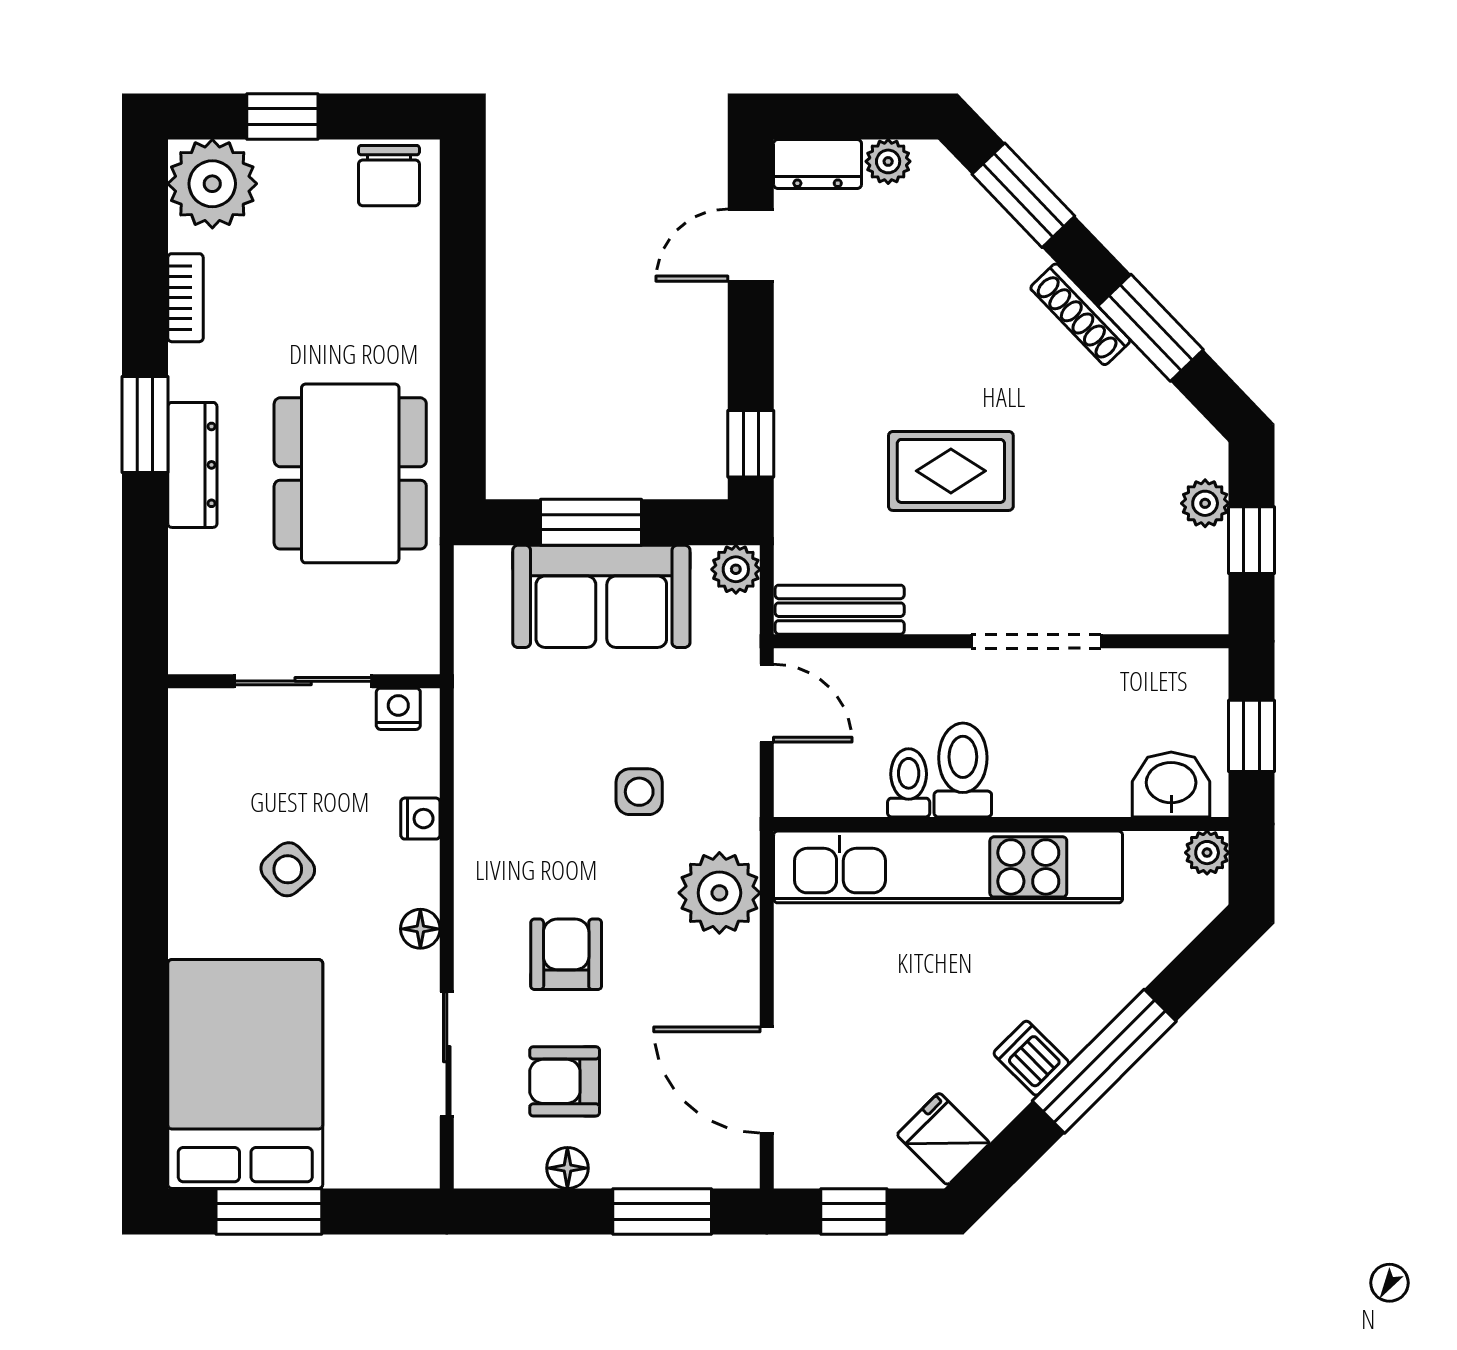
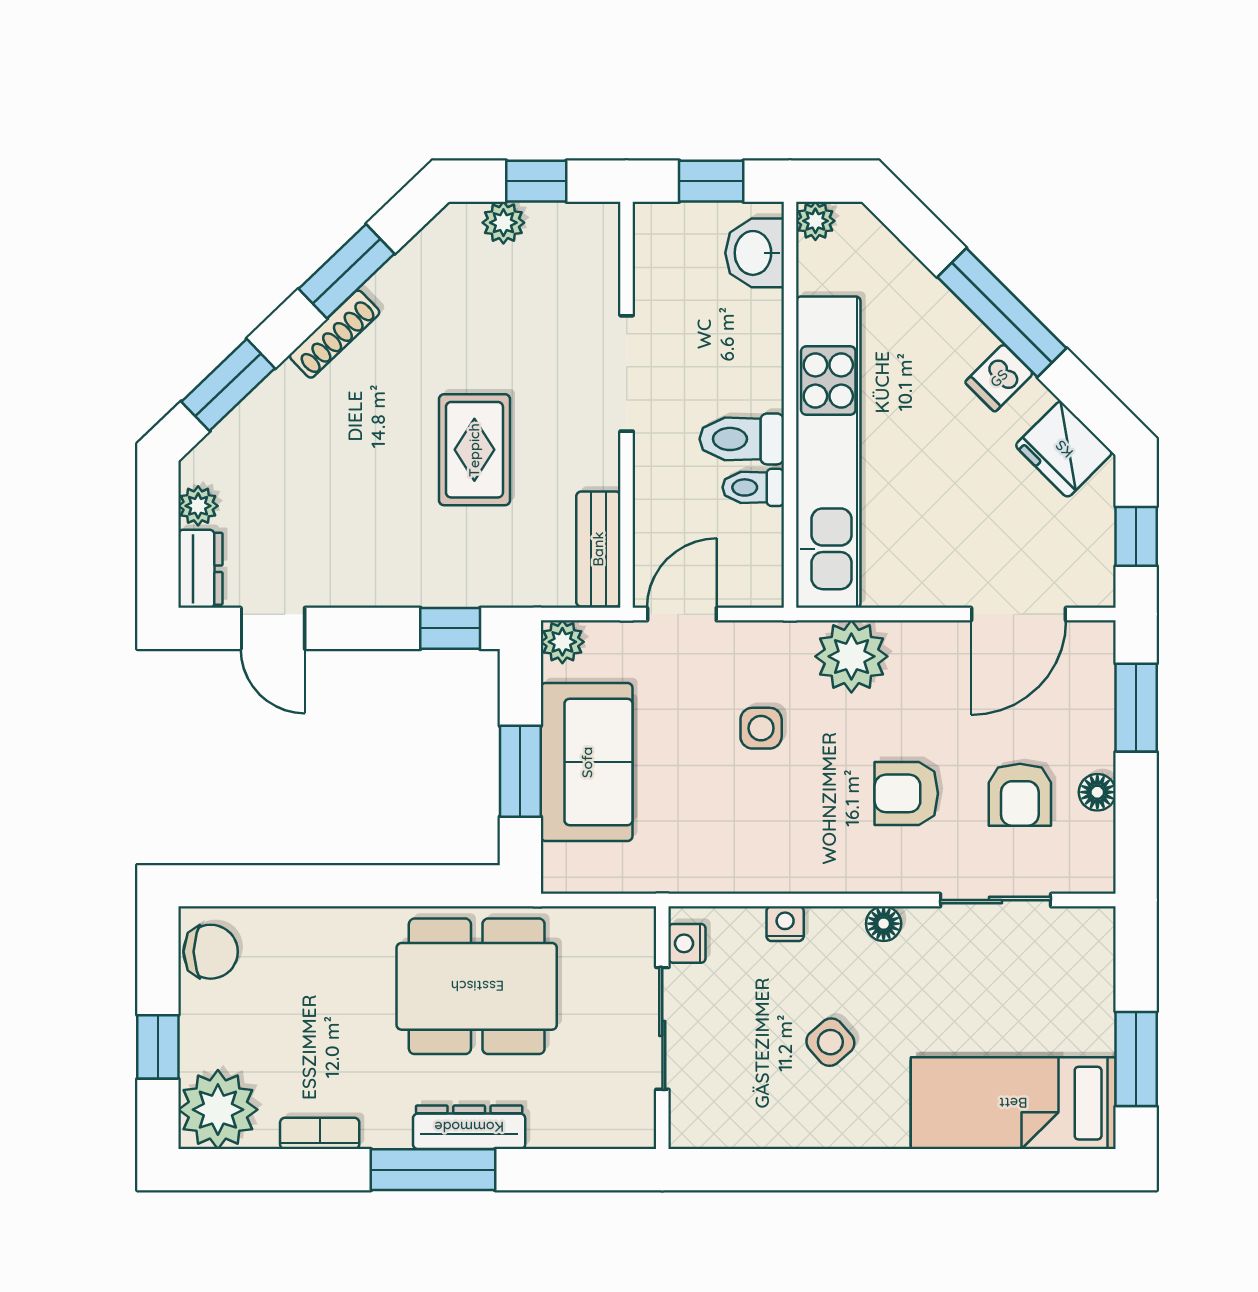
window: (145, 425) -> (433, 1170), width x1.44
bed: (245, 1074) -> (1013, 1103), width x0.67
fridge: (943, 1139) -> (1064, 449), width x1.38

